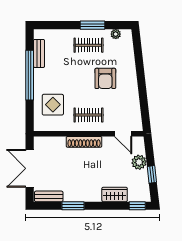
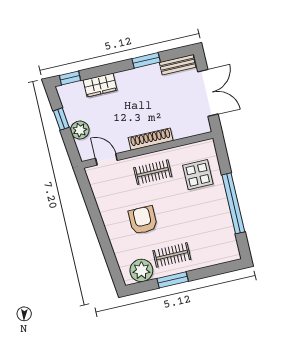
plant: (116, 34) -> (141, 270), width x1.87, depth x1.87
bench: (39, 53) -> (228, 232), removed

